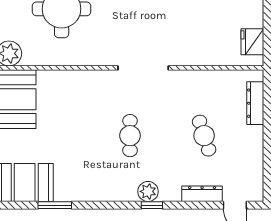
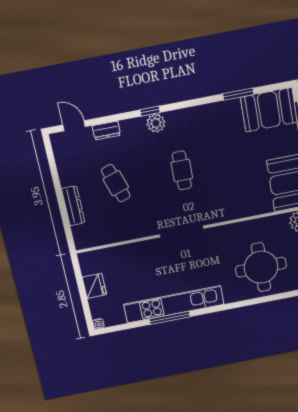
fridge: (252, 42) -> (94, 286), moved
dresser: (255, 103) -> (73, 206), moved
dresser: (202, 194) -> (106, 131), width x0.70

